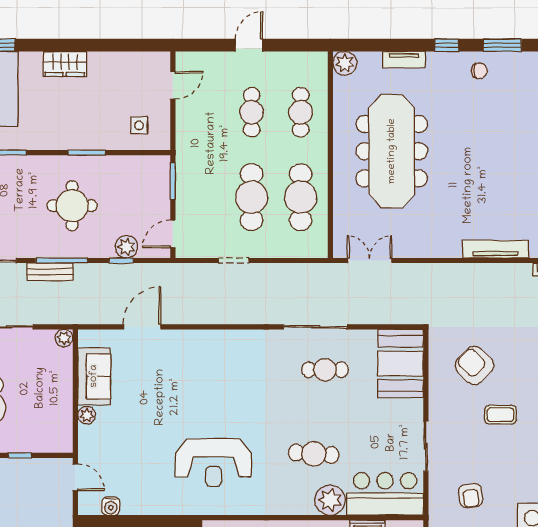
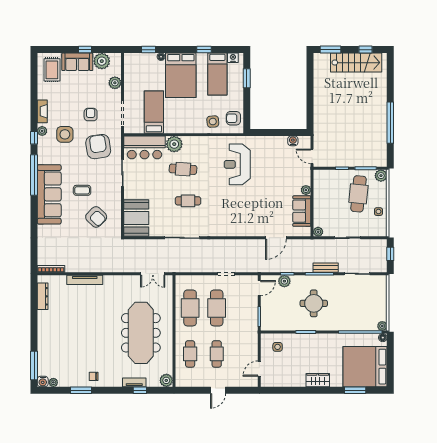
window: (447, 45) -> (140, 390), moved
cafe table: (325, 370) -> (188, 201), moved
reception desk: (214, 463) -> (237, 164), turned -90
armchair: (471, 496) -> (98, 147), width x1.88, depth x1.88

